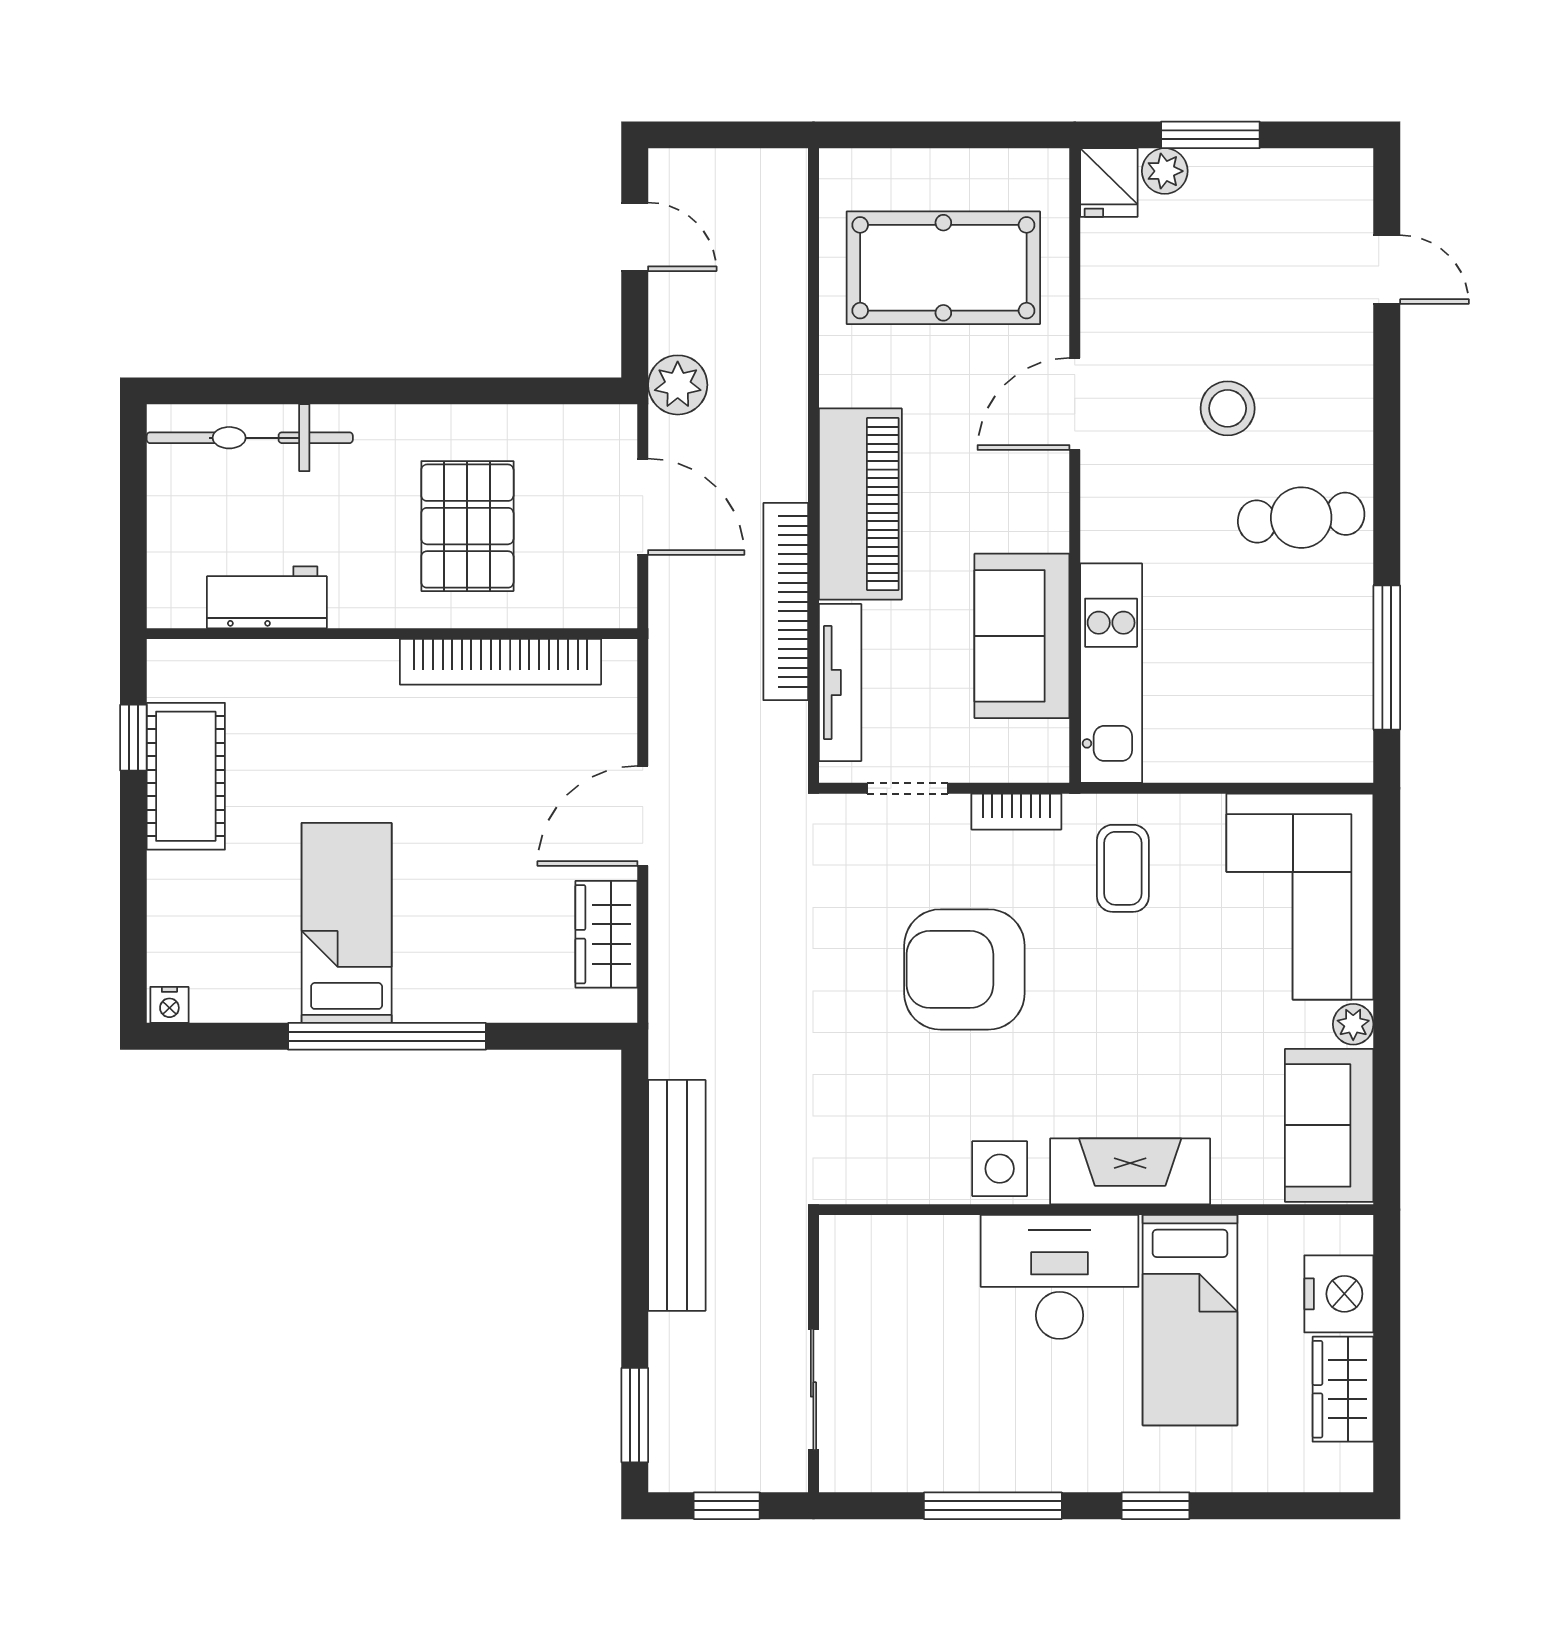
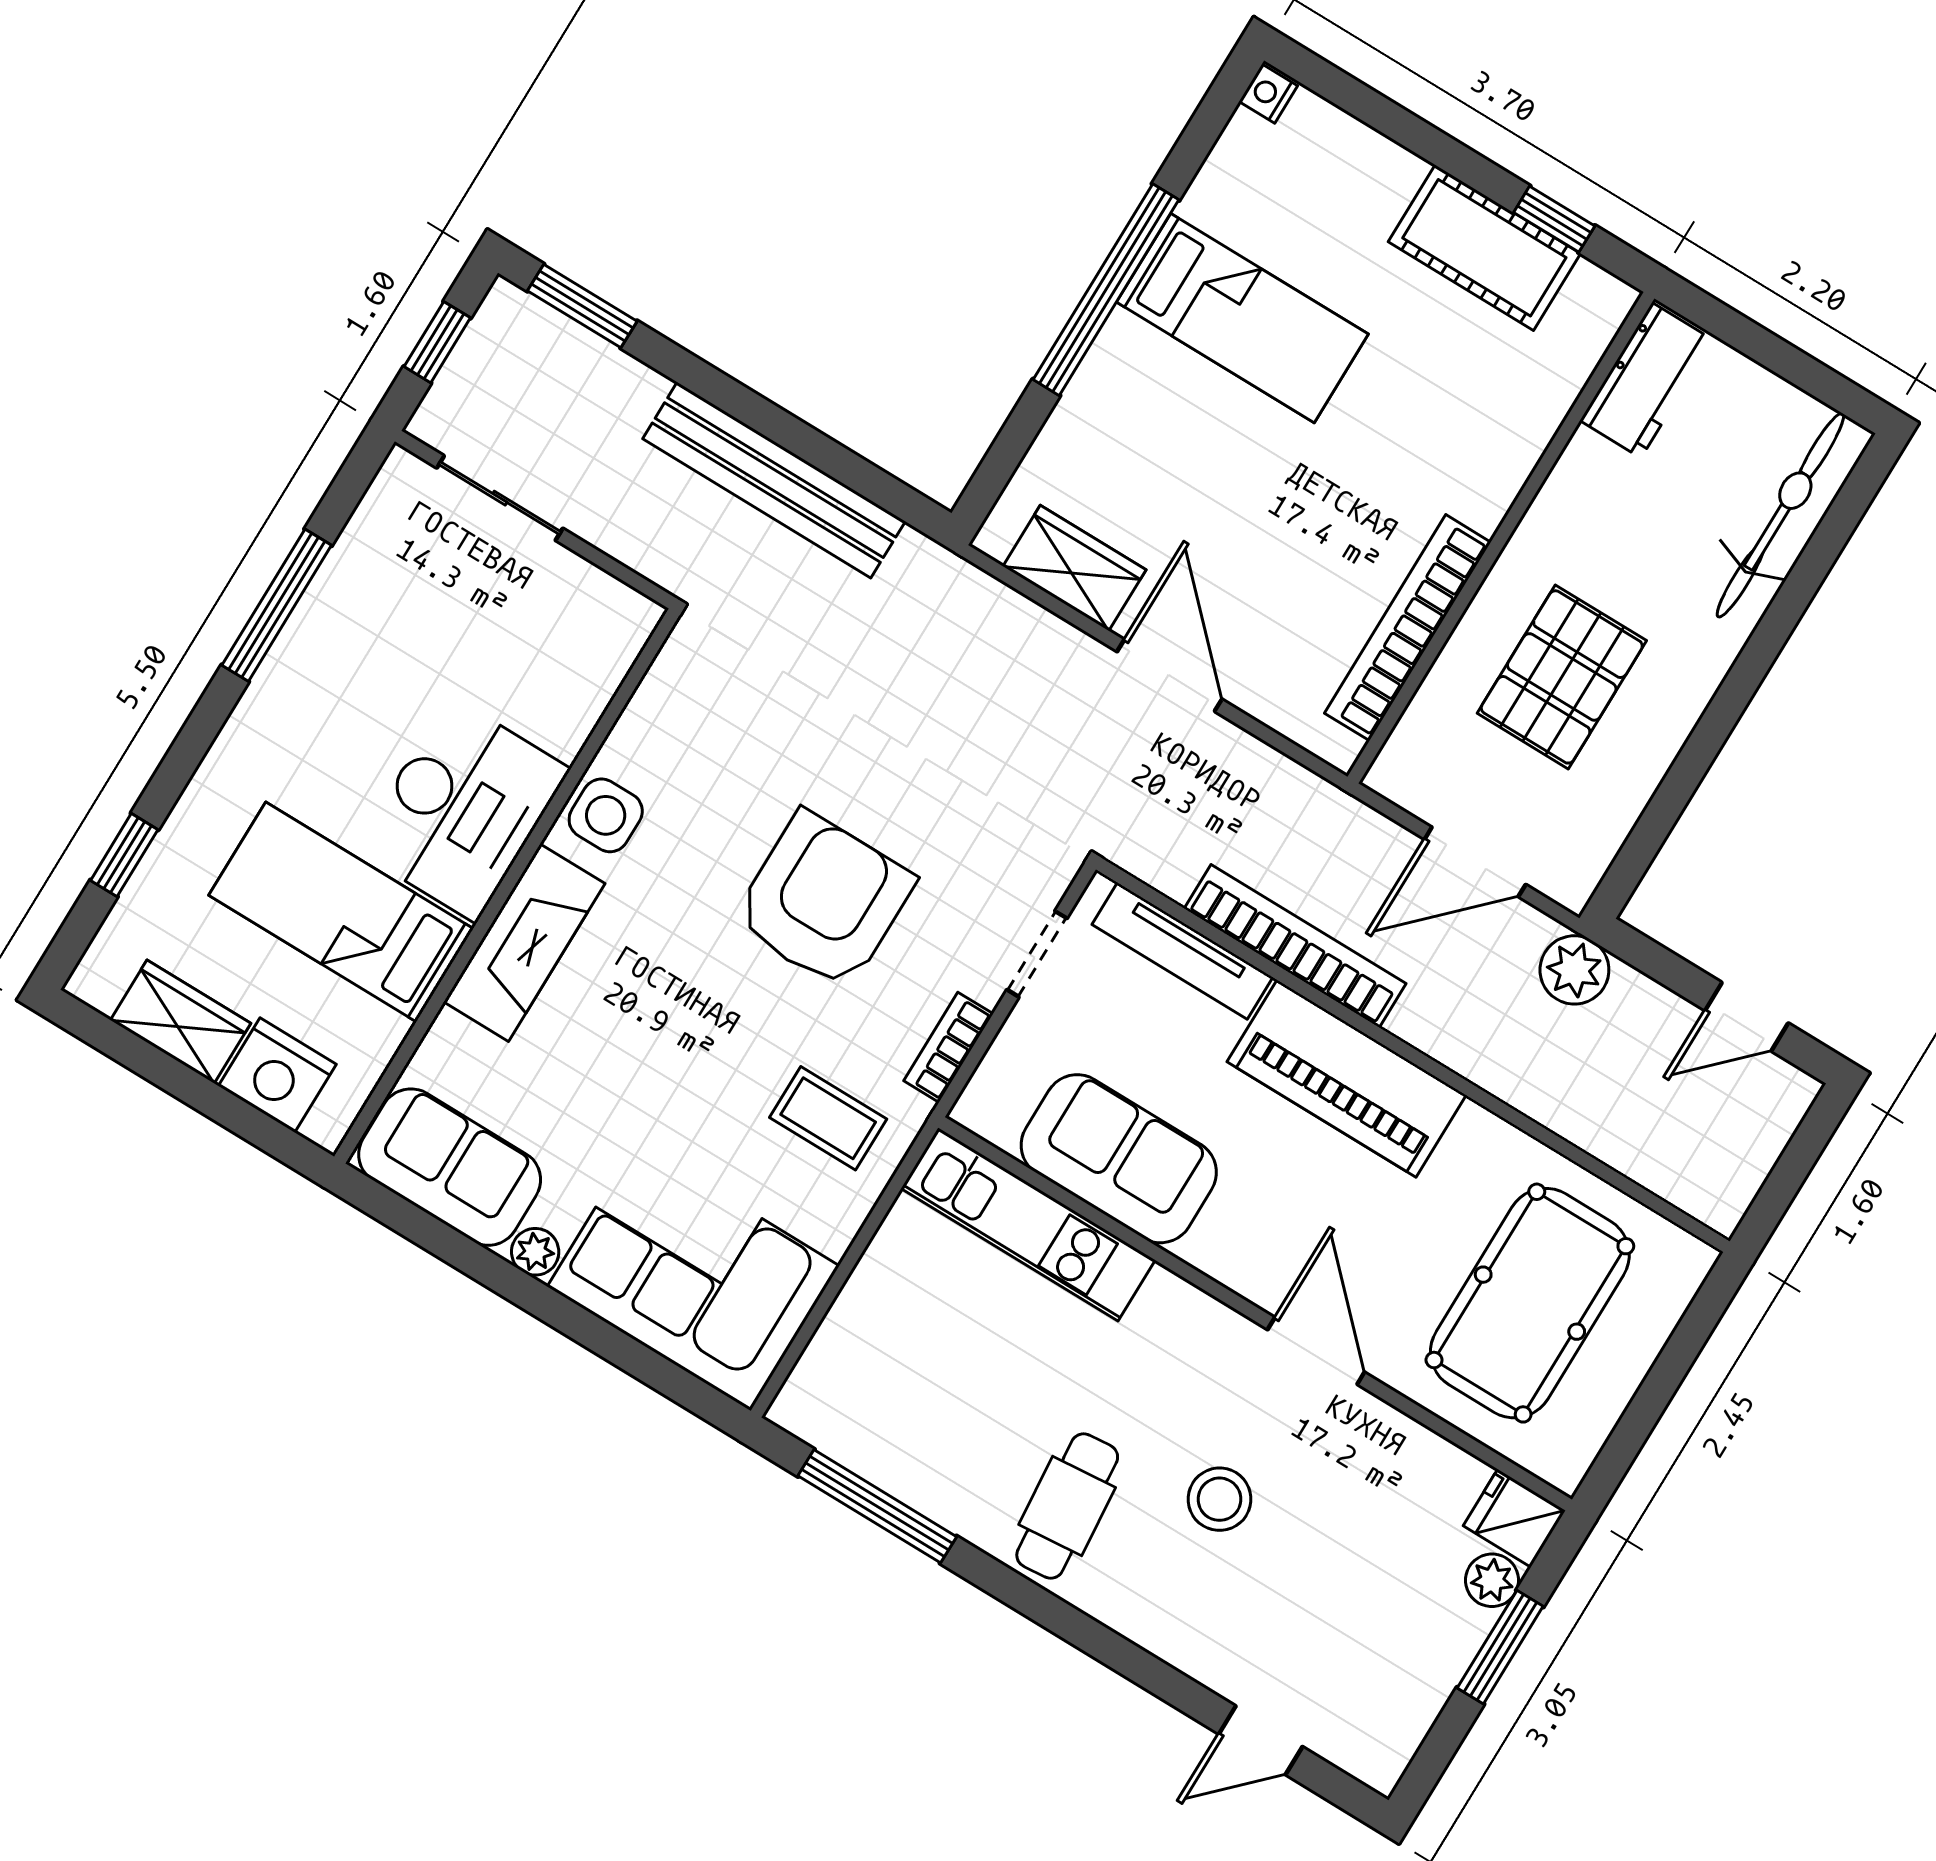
pallet: (467, 526) -> (1562, 677), turned 90
workbench: (267, 597) -> (1646, 380), moved
window: (1156, 1506) -> (124, 855), moved

